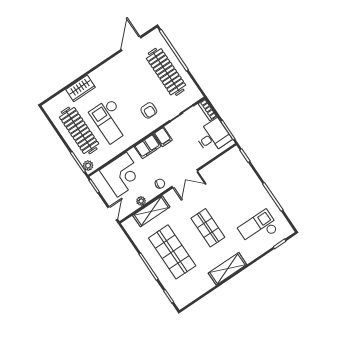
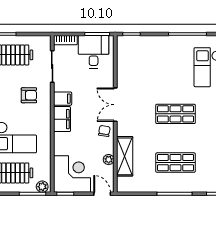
corner desk: (122, 175) -> (72, 174), moved
double door: (185, 179) -> (115, 105), swing flipped
shop shelf: (172, 252) -> (176, 163), width x0.70, depth x0.74

